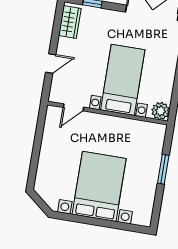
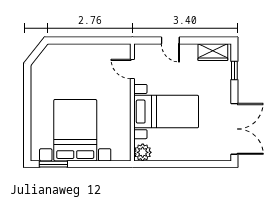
window: (163, 169) -> (53, 164), moved
bed with nightstands: (99, 186) -> (75, 130), moved, turned -90

